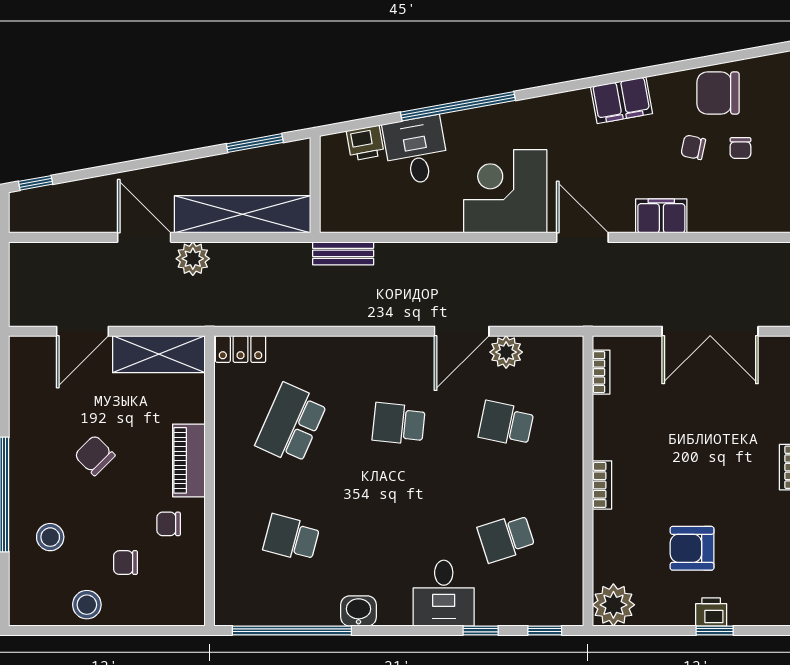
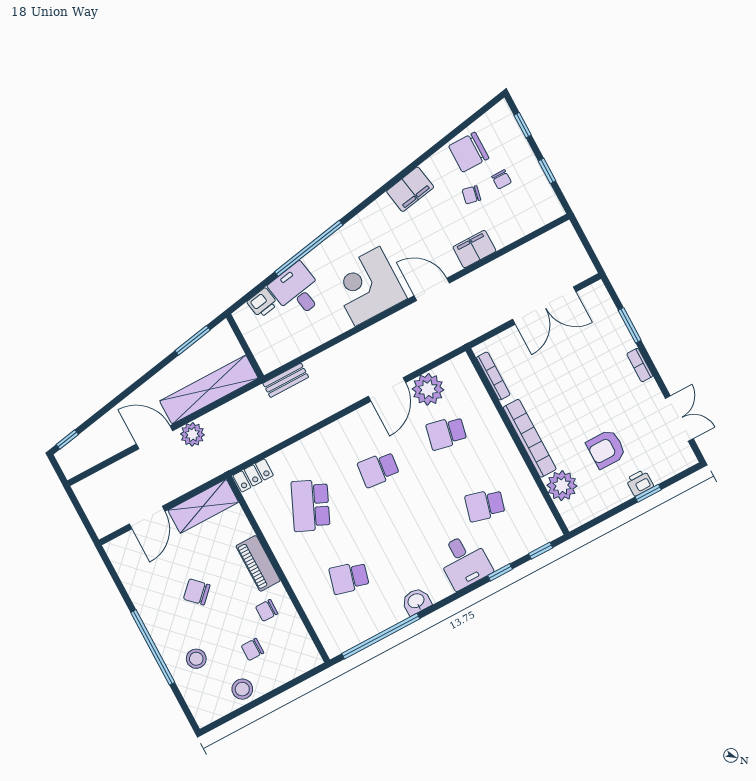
plant: (506, 352) -> (428, 389), width x1.36, depth x1.36
bookcase: (601, 372) -> (493, 376), width x1.56
bookcase: (602, 485) -> (530, 438), width x2.31, depth x1.31
school desk: (506, 538) -> (485, 505), turned 33
plant: (613, 605) -> (562, 486), moved

